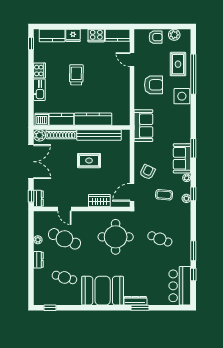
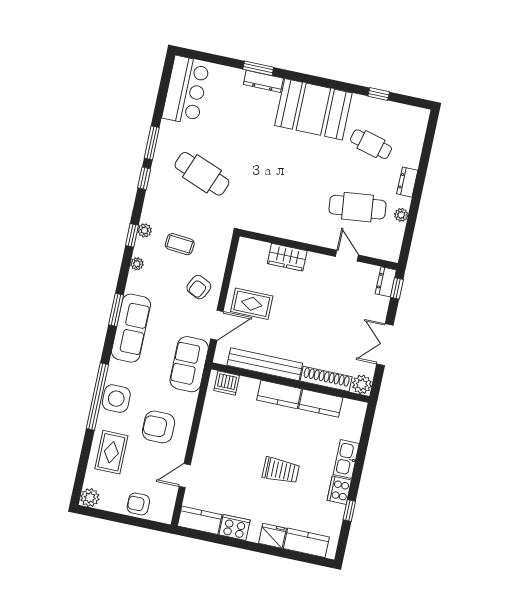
plant: (174, 35) -> (90, 498), moved
window: (31, 43) -> (349, 510), moved
door: (132, 60) -> (185, 476), swing flipped
window: (193, 74) -> (97, 397), moved
trolley: (76, 75) -> (281, 470), turned -91
dishwasher: (42, 119) -> (227, 383), moved
kitchen counter: (93, 119) -> (279, 394), width x0.67
sofa: (182, 158) -> (131, 328), moved, width x1.36
rug: (89, 161) -> (252, 304), moved
double door: (31, 162) -> (385, 345), width x0.73
door: (132, 192) -> (217, 325), moved
round table: (116, 237) -> (273, 192), removed
cafe table: (64, 239) -> (357, 207), turned -30
cafe table: (160, 239) -> (202, 174), width x1.37, depth x1.35
window: (193, 275) -> (144, 178), moved
window: (50, 308) -> (379, 94), moved

